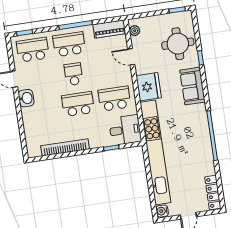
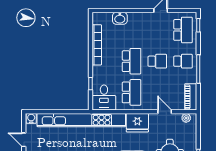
school desk: (69, 44) -> (183, 61), width x0.54
door: (131, 57) -> (165, 112), hinge flipped
washbasin: (26, 98) -> (120, 18), moved

